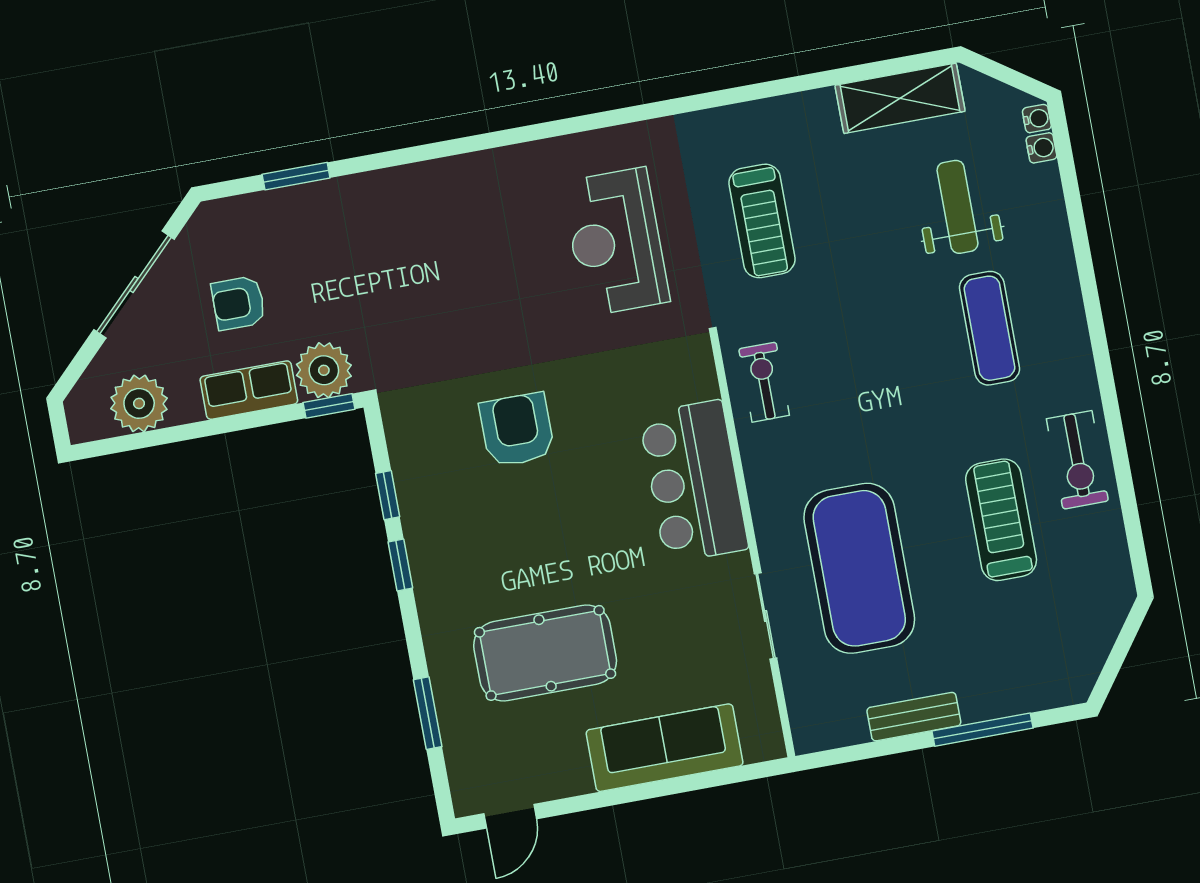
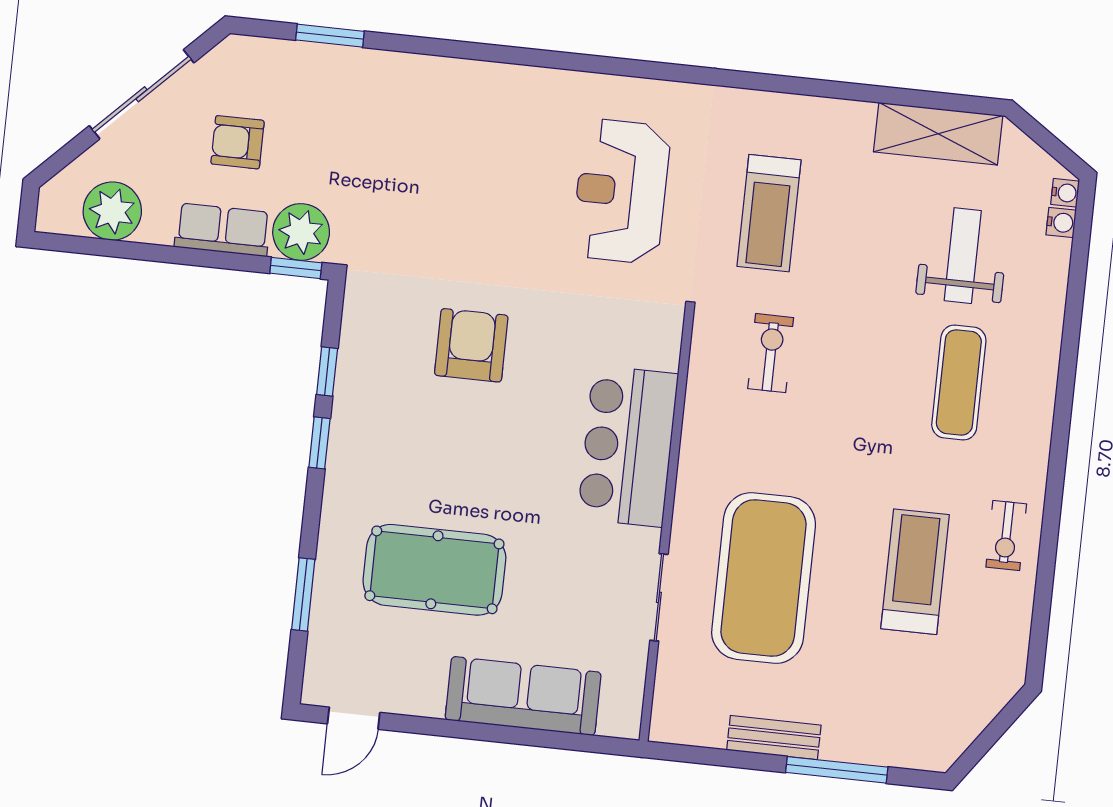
exercise bike: (764, 382) -> (771, 353), moved
exercise bike: (1077, 460) -> (1006, 535), width x0.73, depth x0.72

